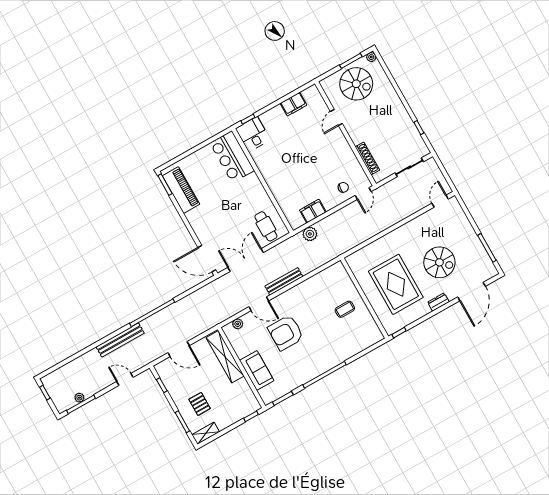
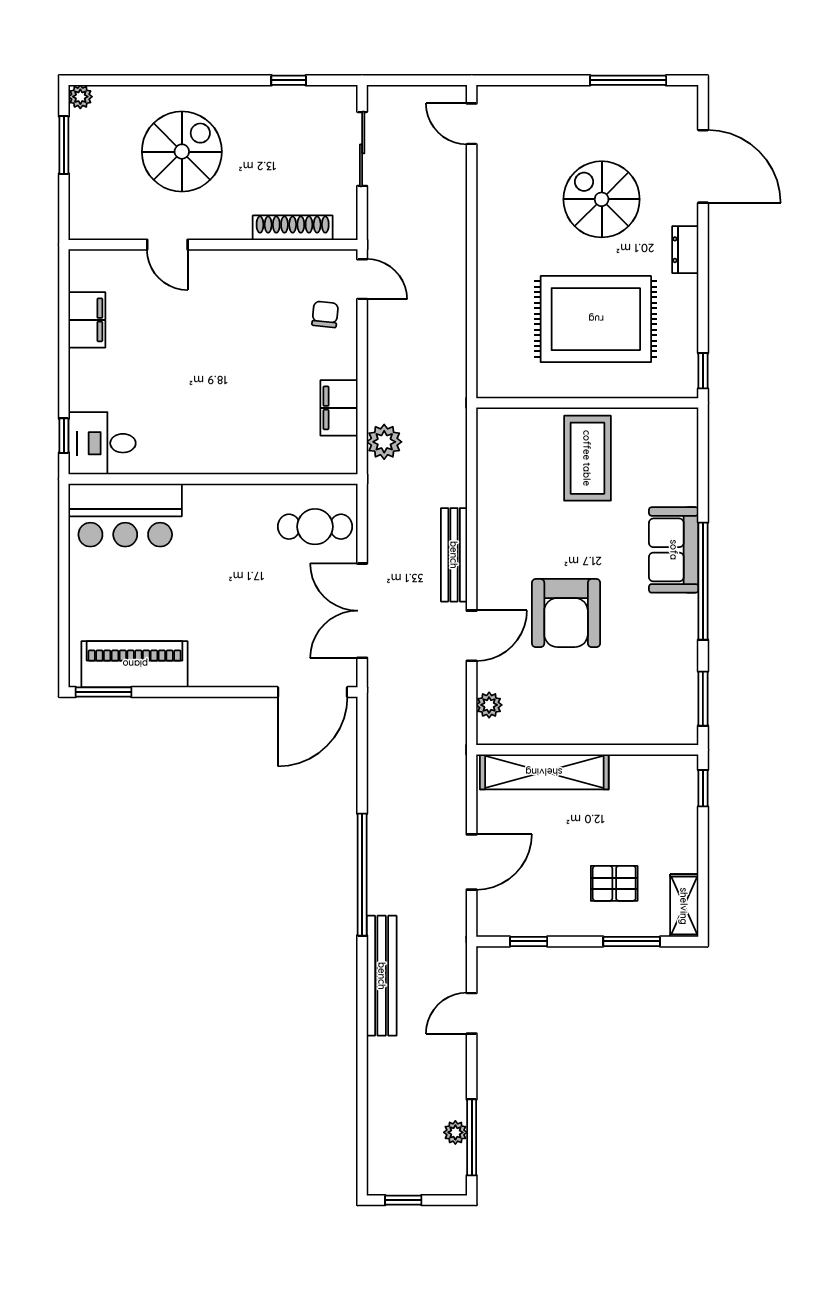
spiral stairs: (356, 84) -> (182, 152), moved
spiral stairs: (439, 262) -> (602, 199), turned -90
coffee table: (345, 309) -> (587, 458), width x1.86, depth x1.72
sofa: (257, 370) -> (674, 550), moved, turned -90

